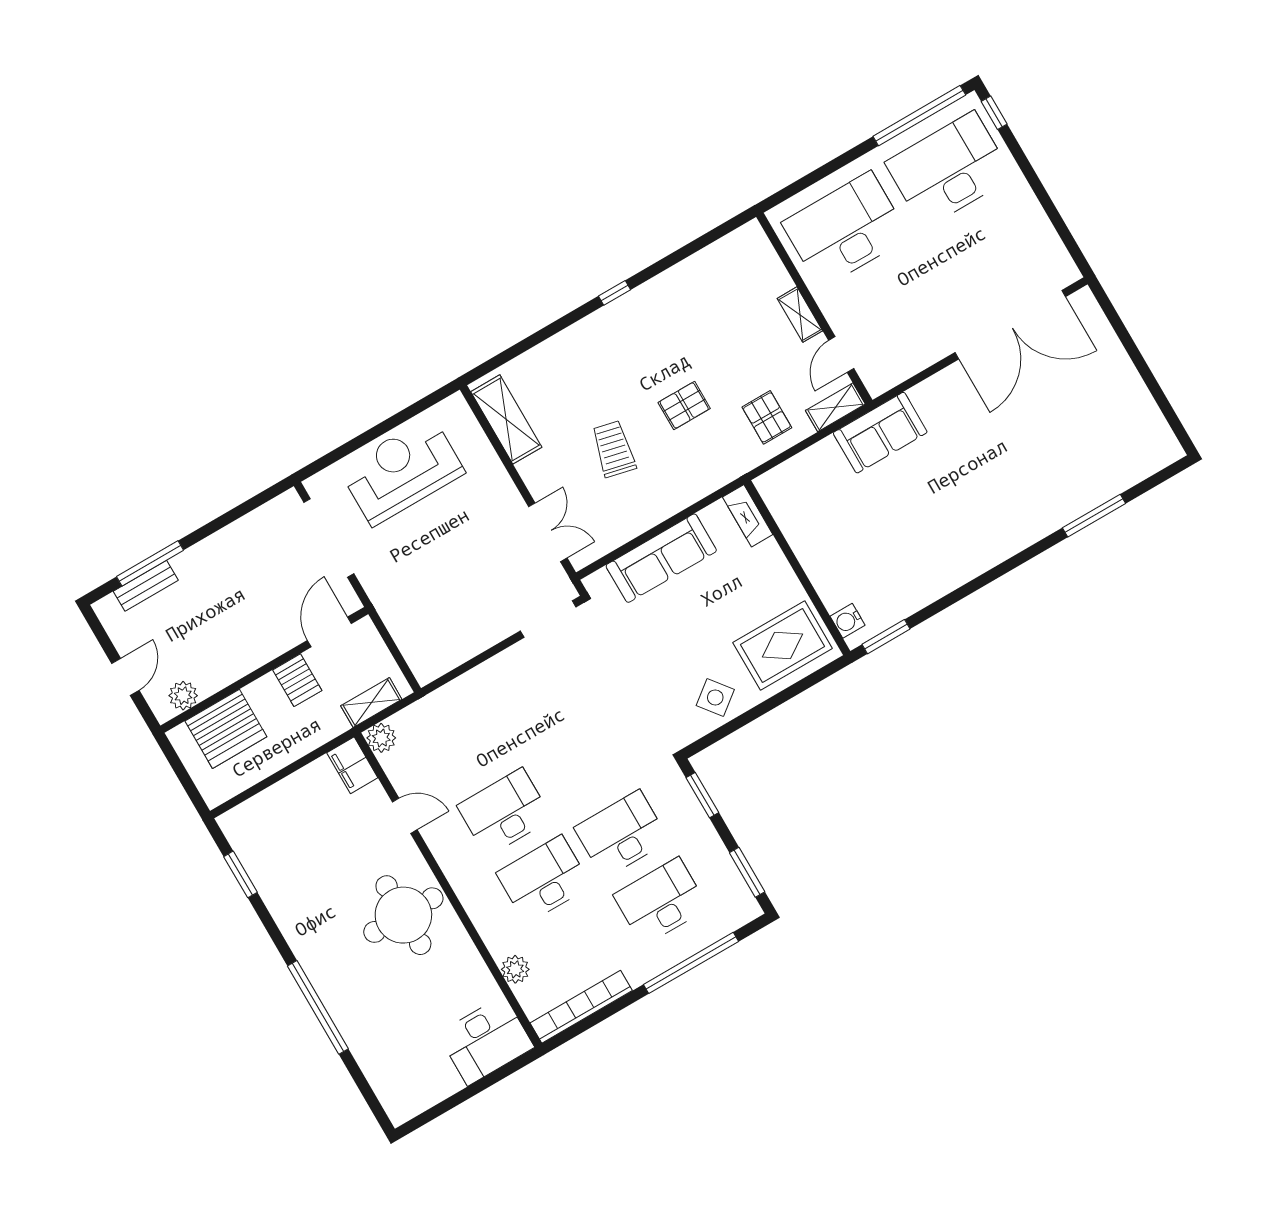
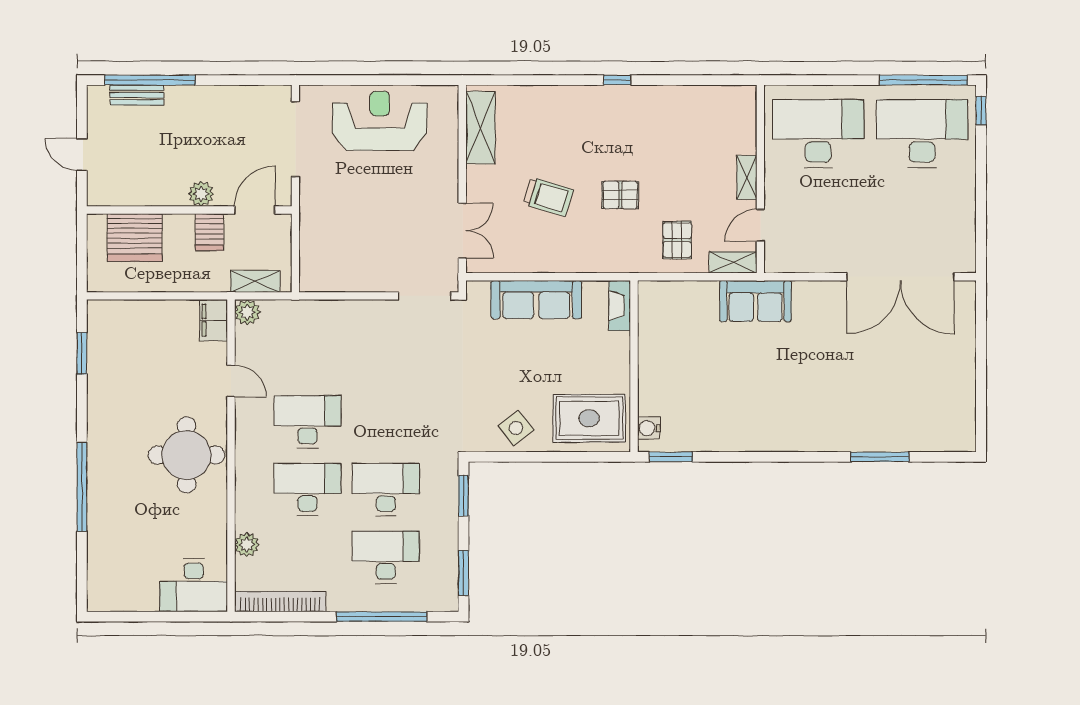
trolley: (614, 449) -> (548, 197), turned 94
window: (150, 563) -> (150, 80), width x1.46
door: (125, 677) -> (82, 154), swing flipped
plant: (183, 696) -> (201, 194), moved

